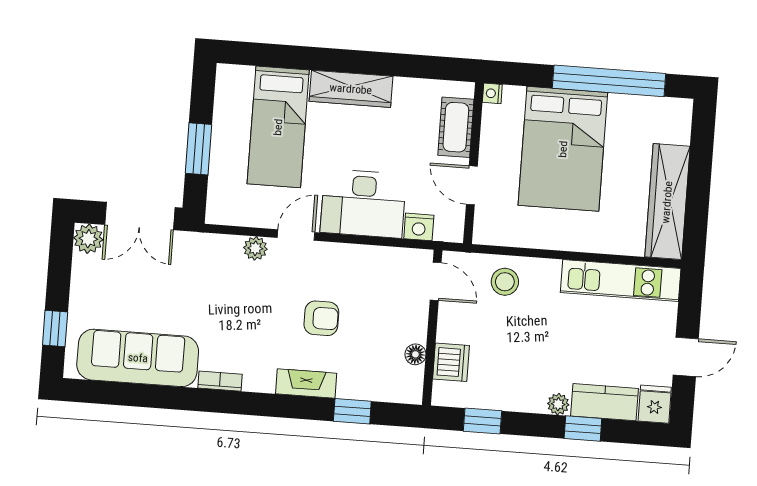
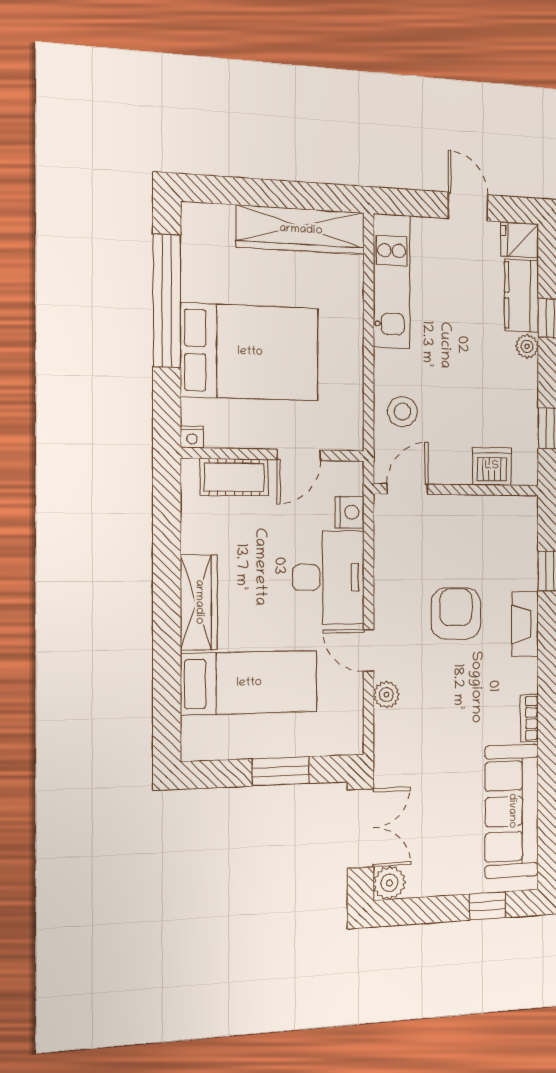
armchair: (321, 318) -> (456, 613), width x1.38, depth x1.38
floor lamp: (415, 354) -> (487, 506), removed

